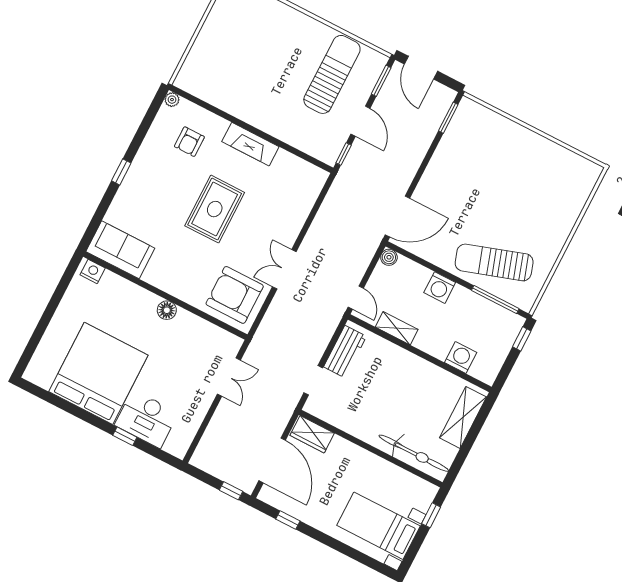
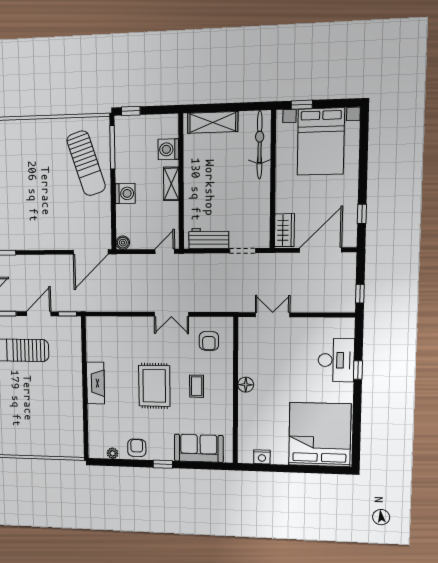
plant: (172, 100) -> (113, 453), moved
armchair: (189, 142) -> (137, 448), moved, turned -90
rug: (215, 209) -> (154, 386), turned 90
door: (397, 217) -> (91, 252), swing flipped
sofa: (120, 250) -> (199, 448), moved, turned 90
coffee table: (191, 256) -> (197, 386), added
nightstand: (93, 271) -> (262, 457), moved, turned -90
armchair: (235, 295) -> (209, 341), width x0.53, depth x0.53
shelving: (397, 328) -> (171, 184), moved
bed: (98, 373) -> (320, 435), moved, turned 90
window: (231, 491) -> (360, 294), moved
bed with nightstands: (378, 526) -> (321, 142), width x1.36

